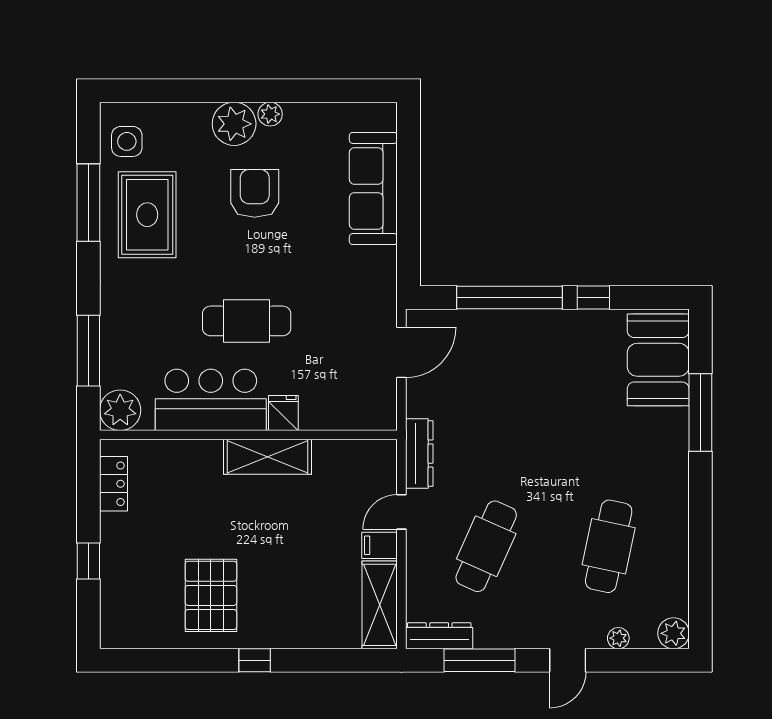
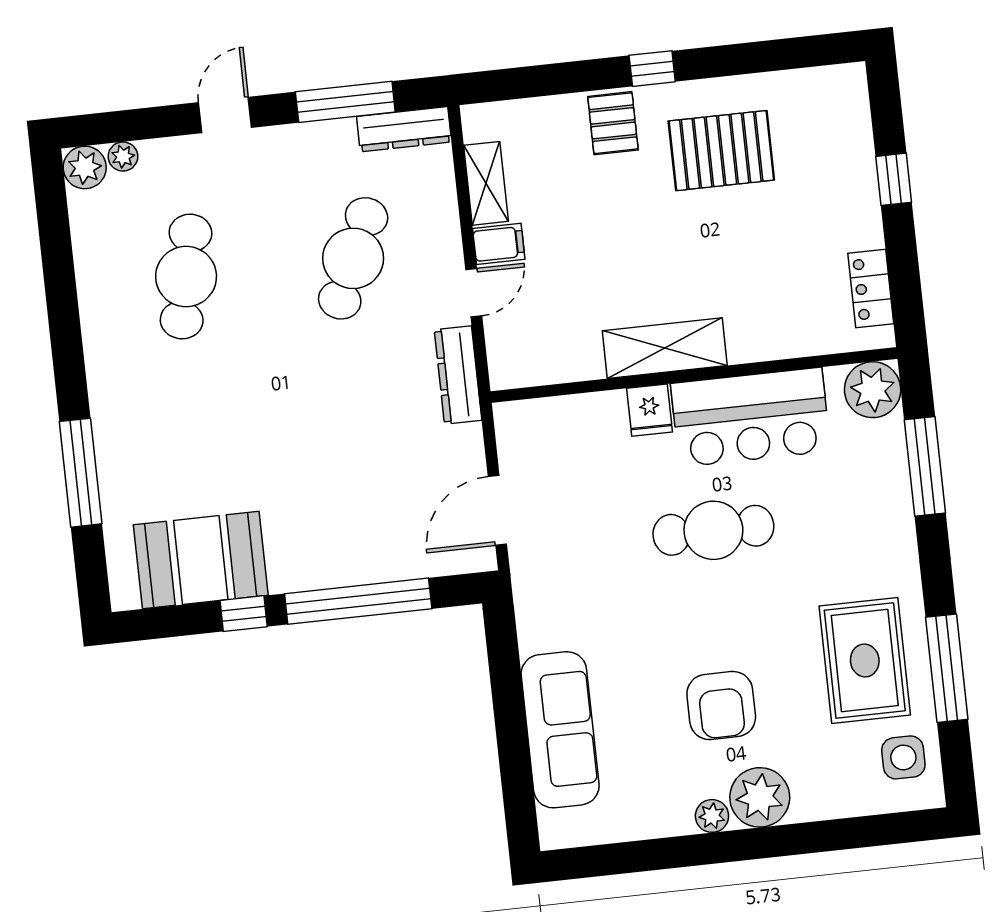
booth: (658, 360) -> (201, 560), moved, turned 90
pallet: (211, 595) -> (721, 151), turned 90
shelving: (380, 605) -> (486, 183), width x0.67, depth x0.75
pallet: (287, 624) -> (613, 123), added
plant: (618, 638) -> (123, 156), moved

